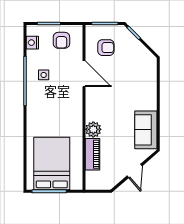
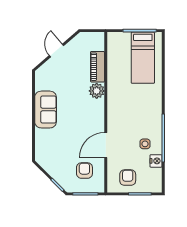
nightstand: (32, 43) -> (156, 161), moved
armchair: (106, 48) -> (84, 171), turned 90
door: (84, 74) -> (106, 145), hinge flipped
sofa: (146, 130) -> (46, 110), moved
bed: (52, 163) -> (143, 58), width x0.67

